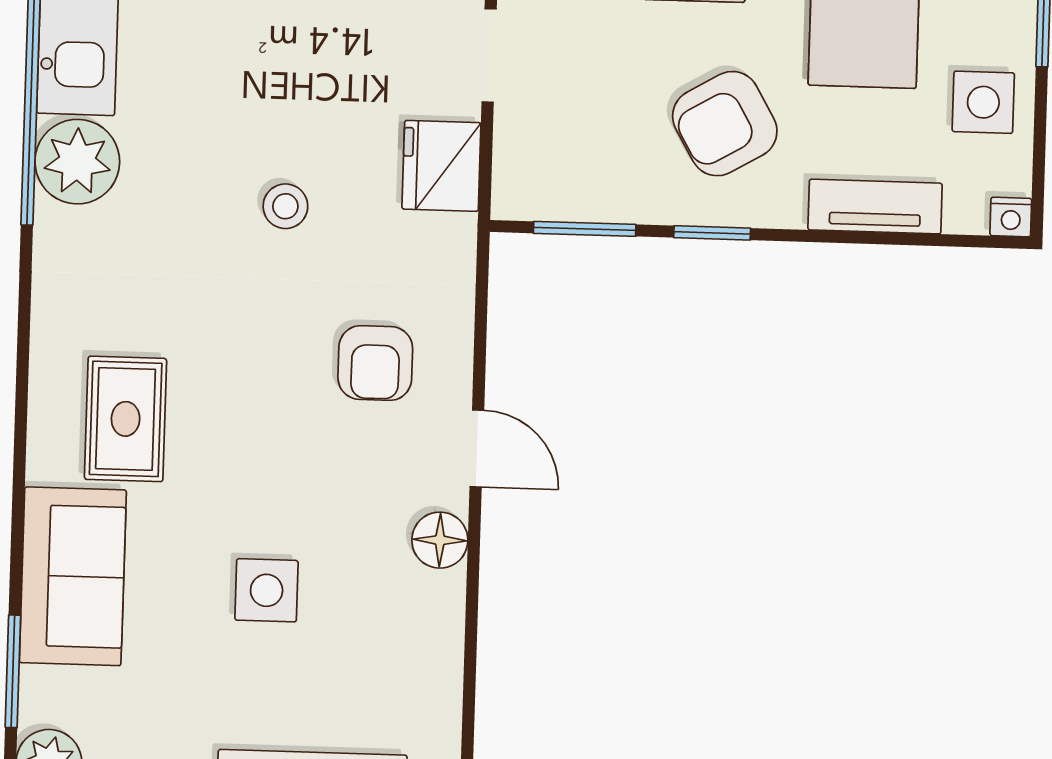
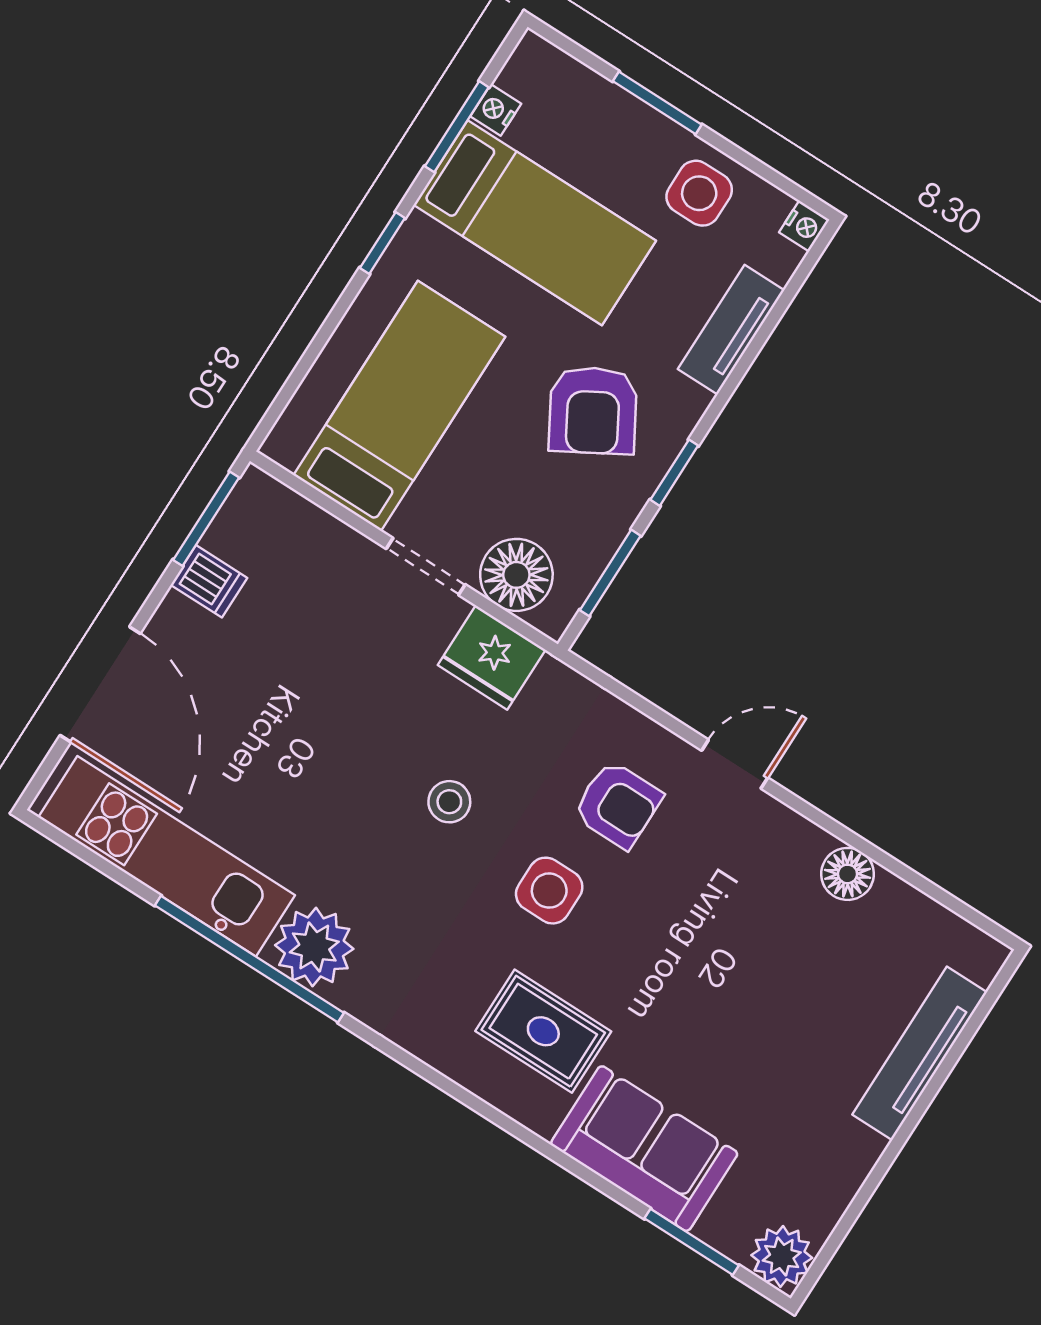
floor lamp: (531, 143) -> (516, 575), added
floor lamp: (440, 540) -> (848, 874), moved
side table: (267, 590) -> (549, 891), moved

